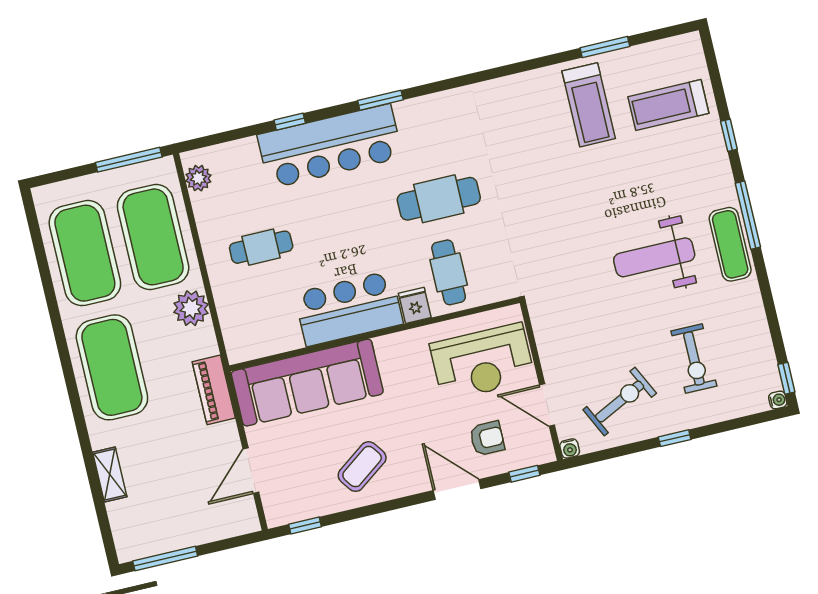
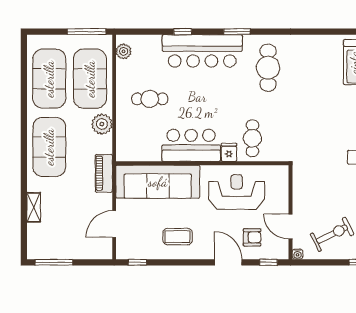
cafe table: (439, 199) -> (268, 68), moved, turned 90
reception desk: (482, 362) -> (237, 192), moved, turned 180
coffee table: (362, 467) -> (178, 237), turned 36

